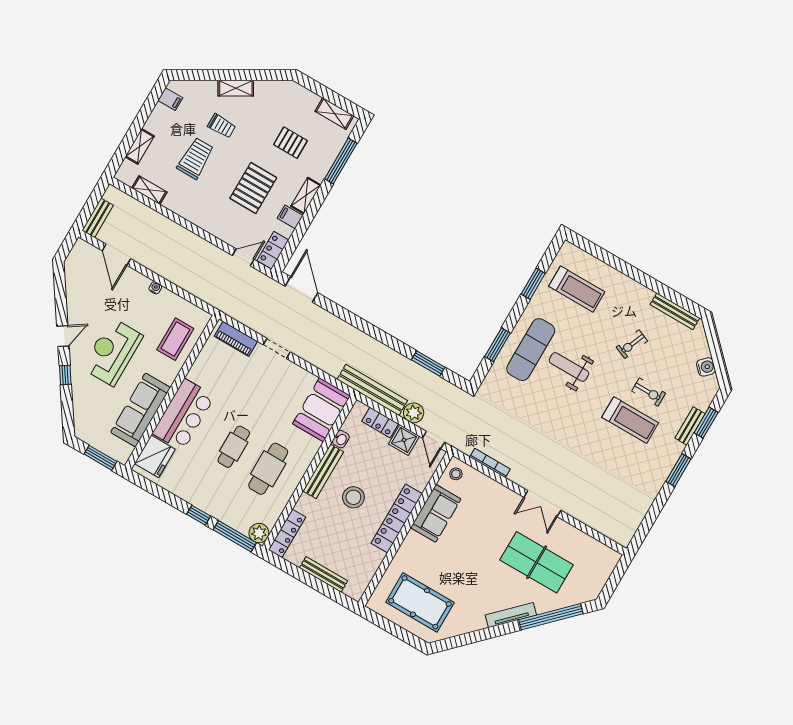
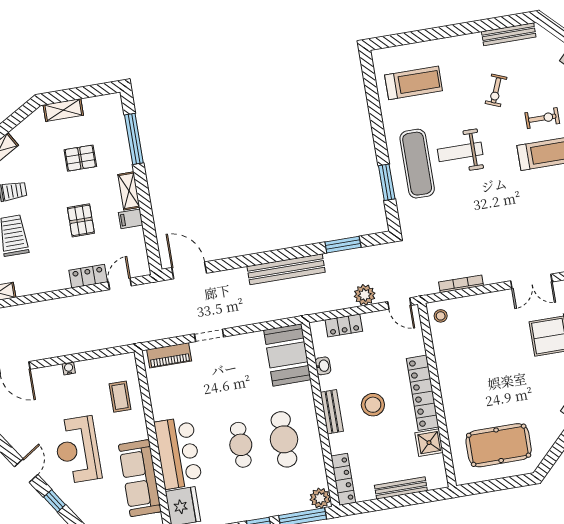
shelving: (334, 113) -> (63, 110), moved
pallet: (253, 188) -> (81, 220), width x0.67, depth x0.71
locker: (273, 250) -> (88, 276), moved, turned 90
window: (533, 284) -> (374, 108), removed
coffee table: (175, 339) -> (120, 397), width x0.73, depth x0.77
bench: (372, 390) -> (286, 269), moved
shower: (404, 440) -> (429, 443), moved
bench: (323, 471) -> (332, 412), width x0.73
sofa: (436, 513) -> (451, 362), removed

